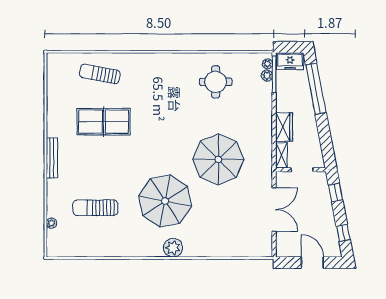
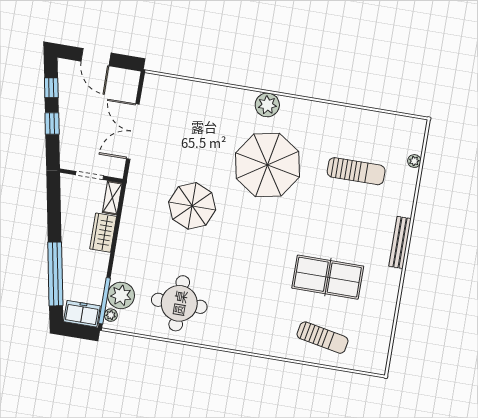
plant: (267, 76) -> (121, 295), width x1.88, depth x1.88
round table: (216, 82) -> (179, 303), width x1.36, depth x1.36
parasol: (218, 159) -> (192, 206), width x0.73, depth x0.73
window: (336, 192) -> (52, 123), moved

